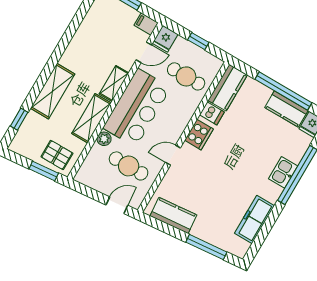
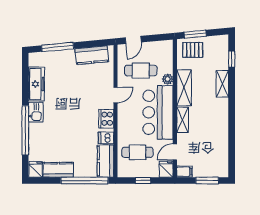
shelving: (53, 91) -> (222, 84), width x0.67, depth x0.75
window: (283, 91) -> (85, 181), moved
kitchen sink: (283, 172) -> (36, 112), moved

